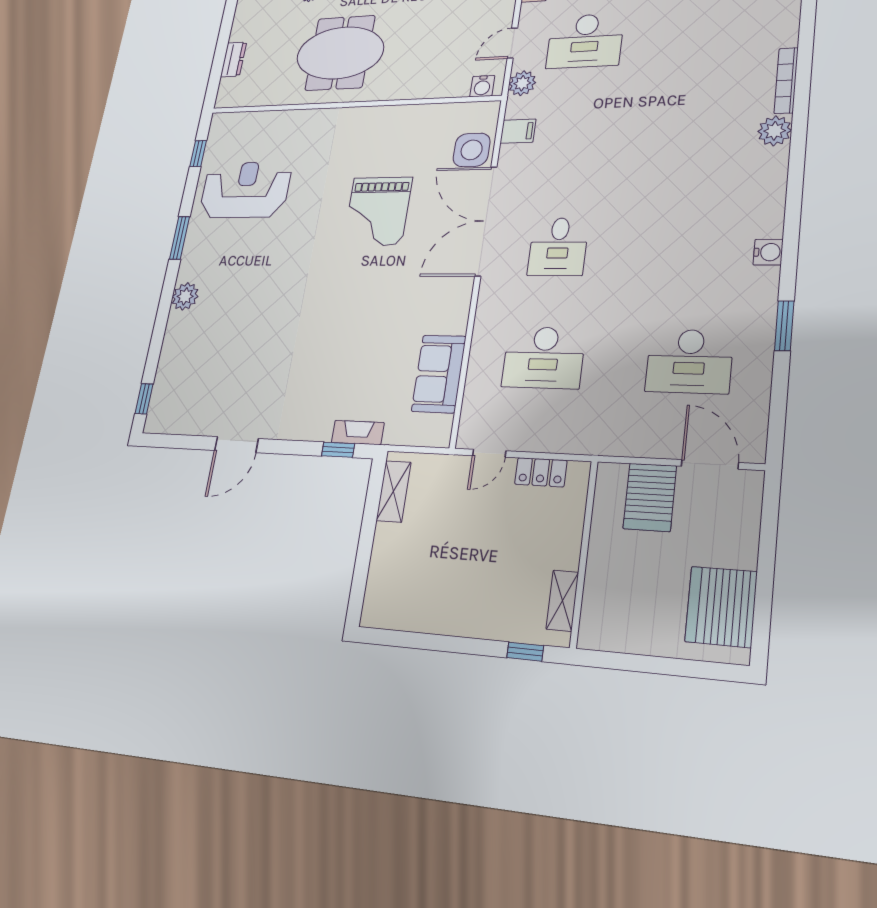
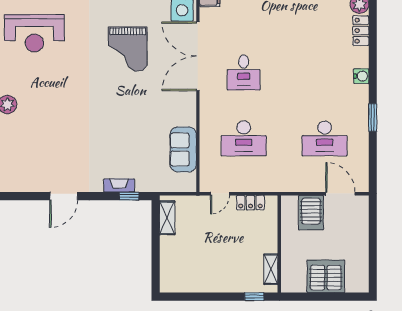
locker: (773, 174) -> (361, 31), added
reception desk: (245, 190) -> (34, 33), turned 180
fireplace: (358, 433) -> (119, 186), moved
server rack: (721, 607) -> (326, 276), moved, turned 90

